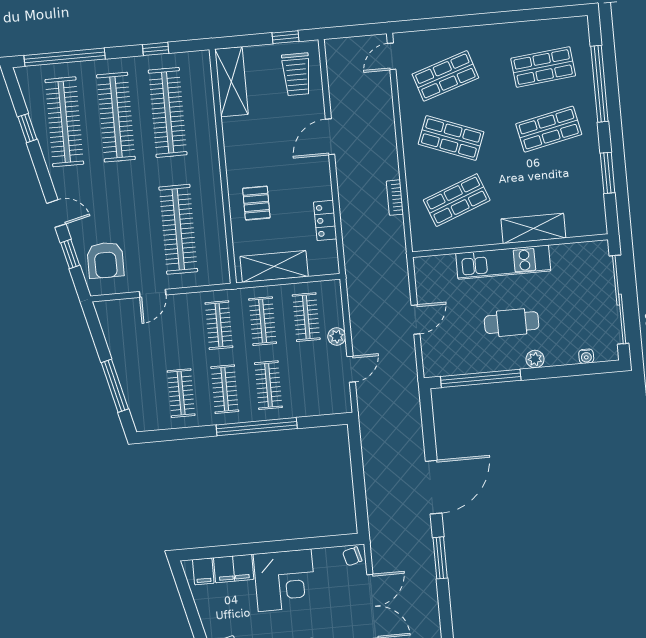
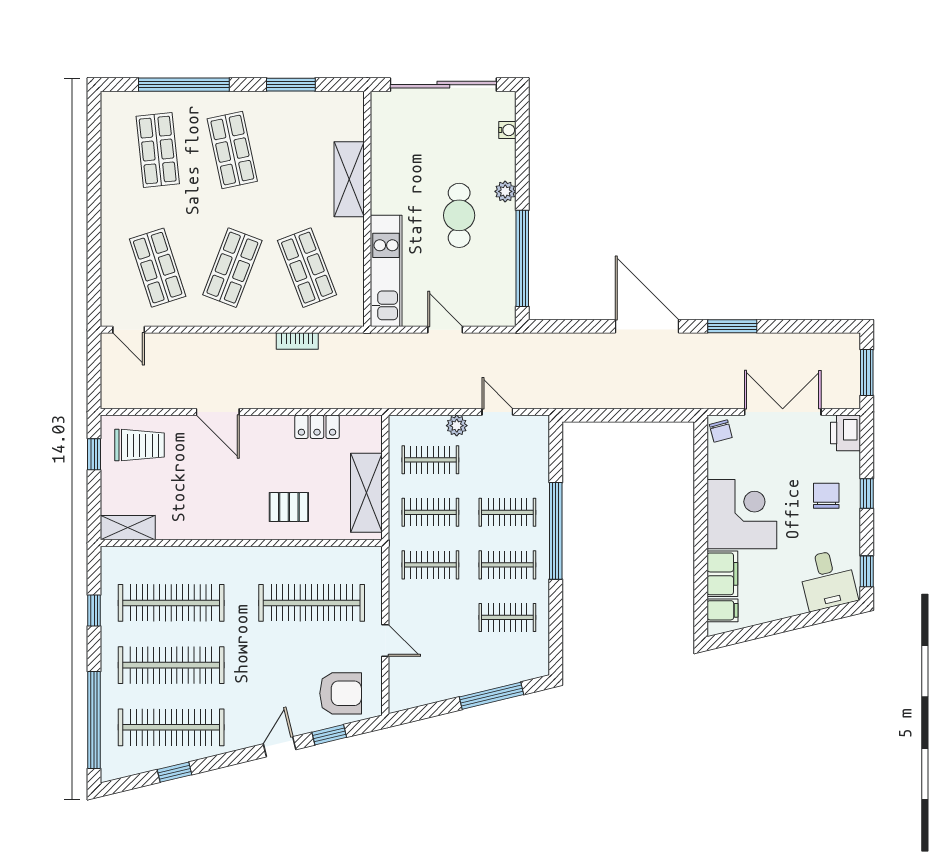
shelving: (231, 82) -> (128, 528), width x0.67, depth x0.75
kitchen unit: (503, 262) -> (386, 271), moved

